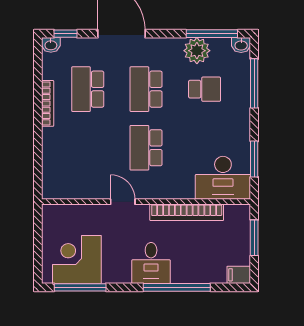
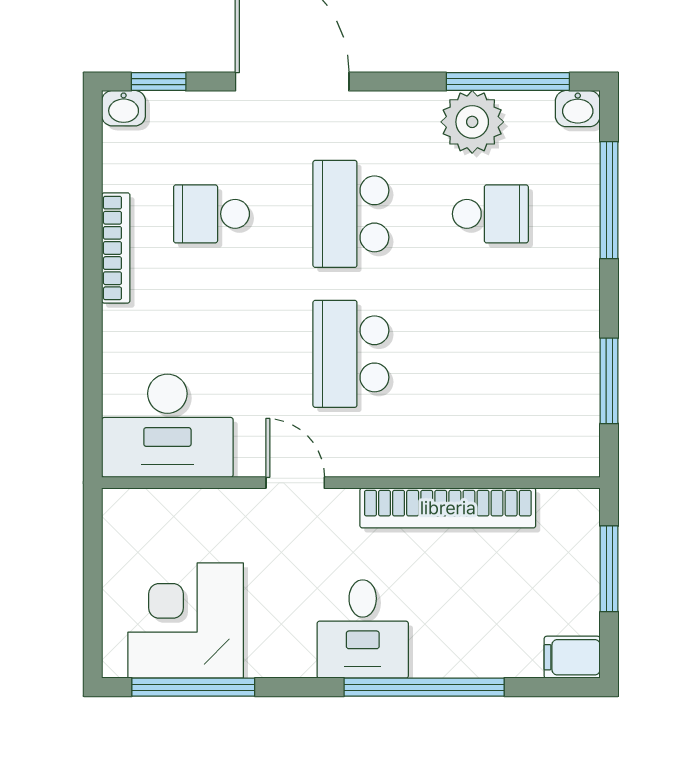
school desk: (88, 89) -> (211, 214), width x0.54
desk: (223, 178) -> (167, 426), moved

